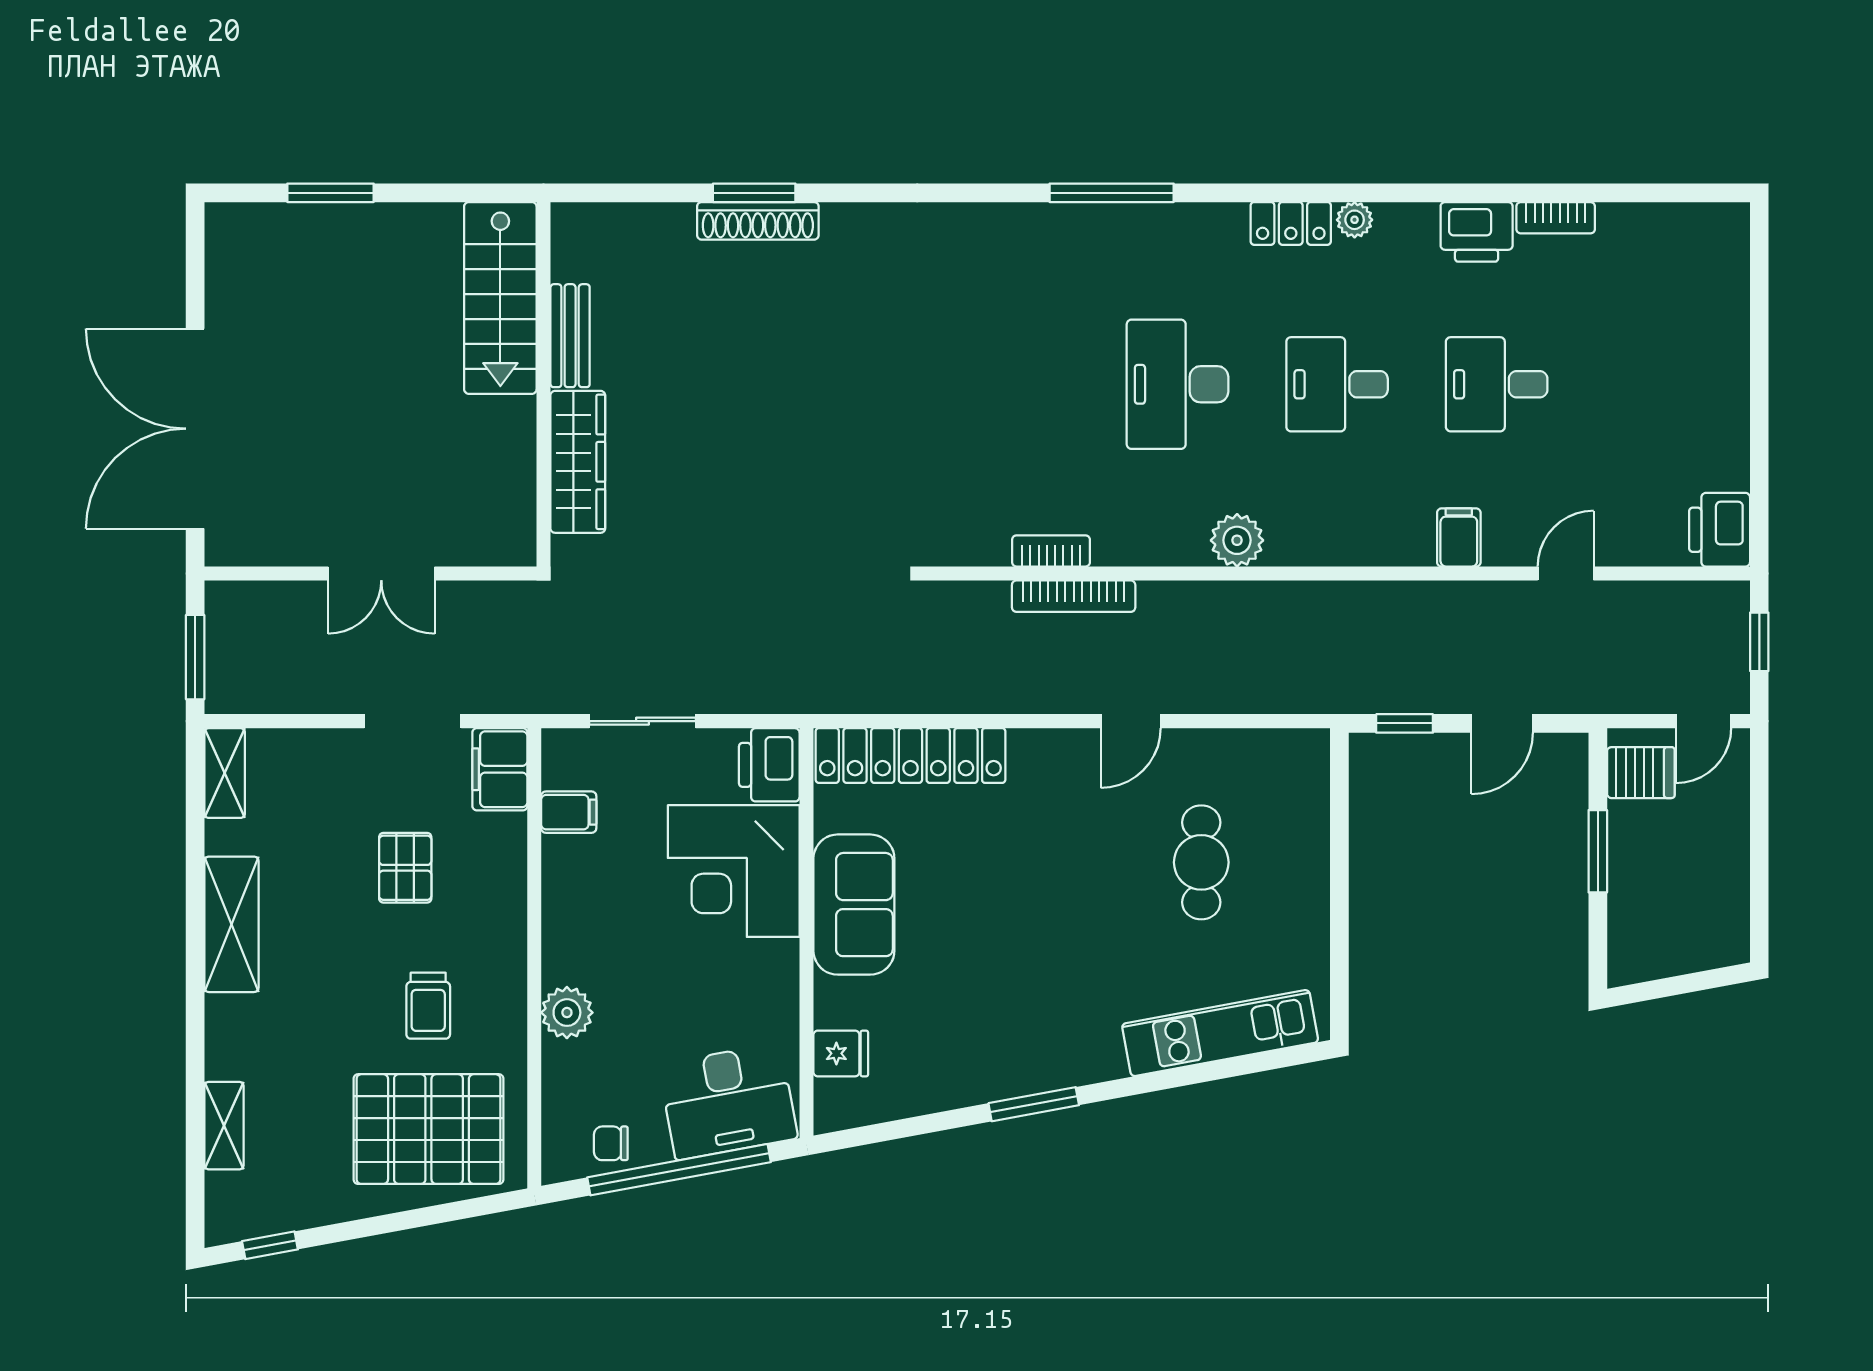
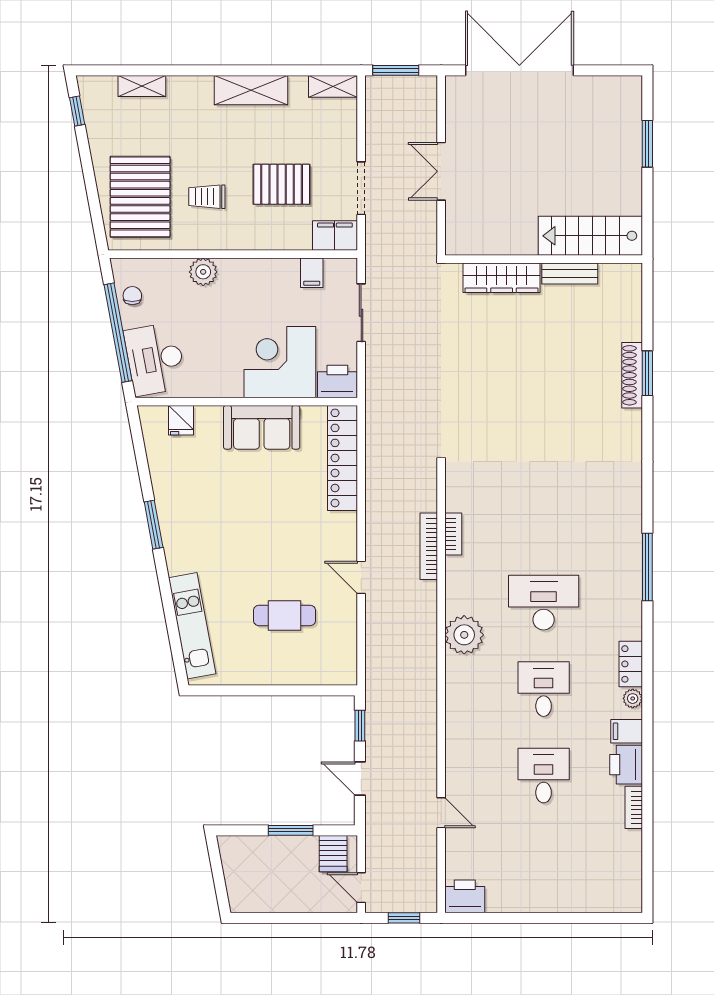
filing cabinet: (1459, 537) -> (627, 731), moved, turned 180
plant: (1237, 540) -> (464, 635), width x1.36, depth x1.36
pallet: (405, 868) -> (282, 184), width x1.50, depth x1.42

